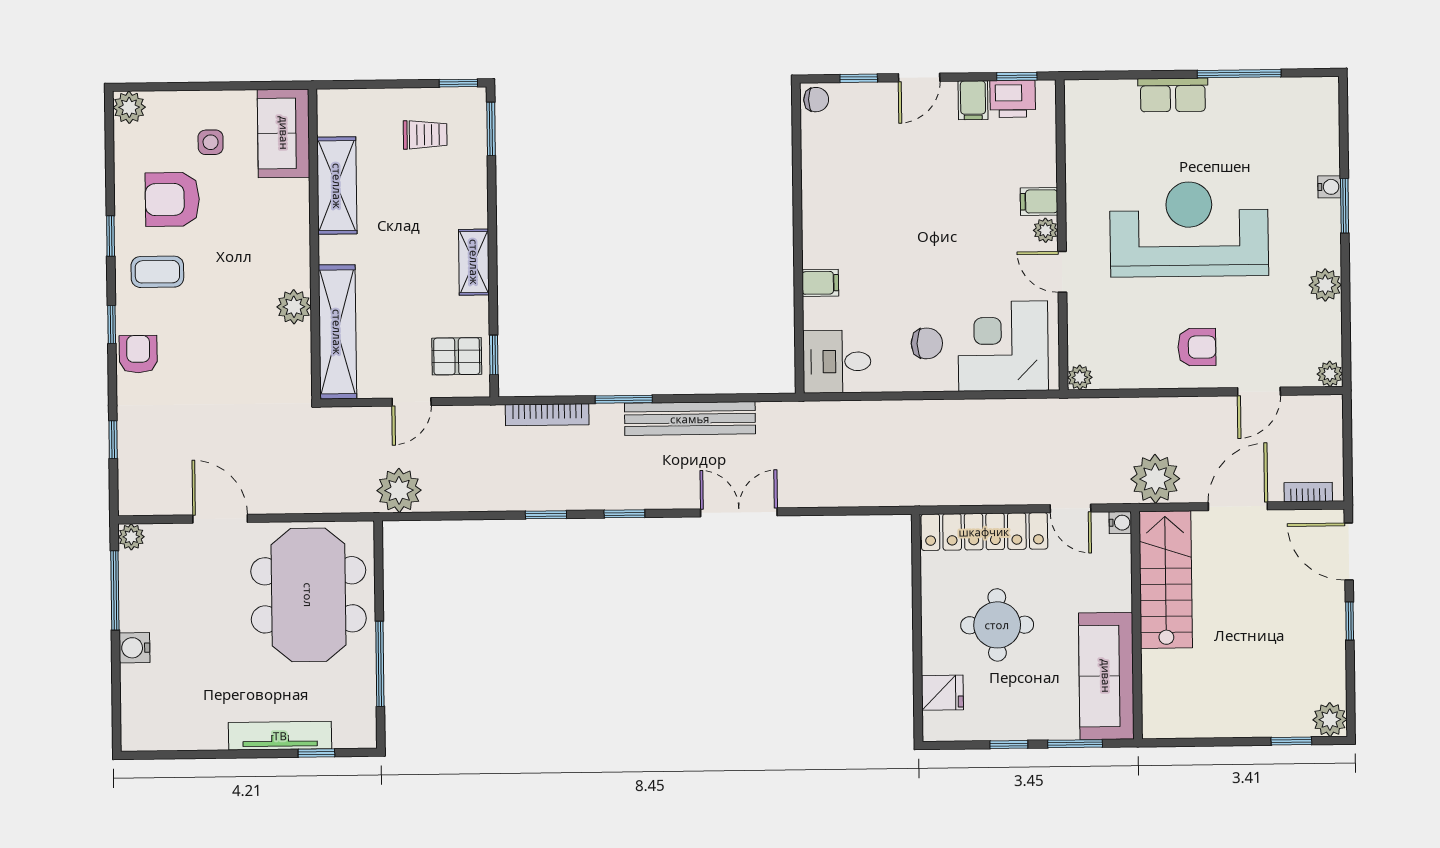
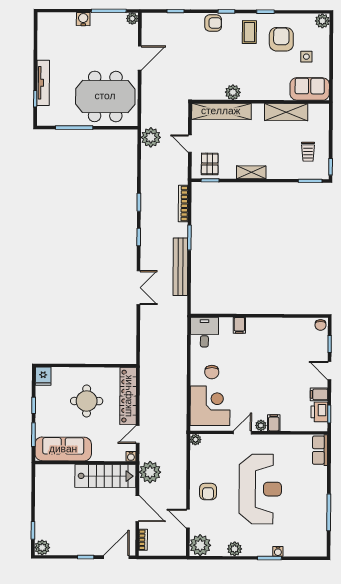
row of seats: (1173, 95) -> (320, 450), moved
plant: (1330, 374) -> (200, 545), width x1.88, depth x1.88
fridge: (942, 693) -> (43, 376), moved

